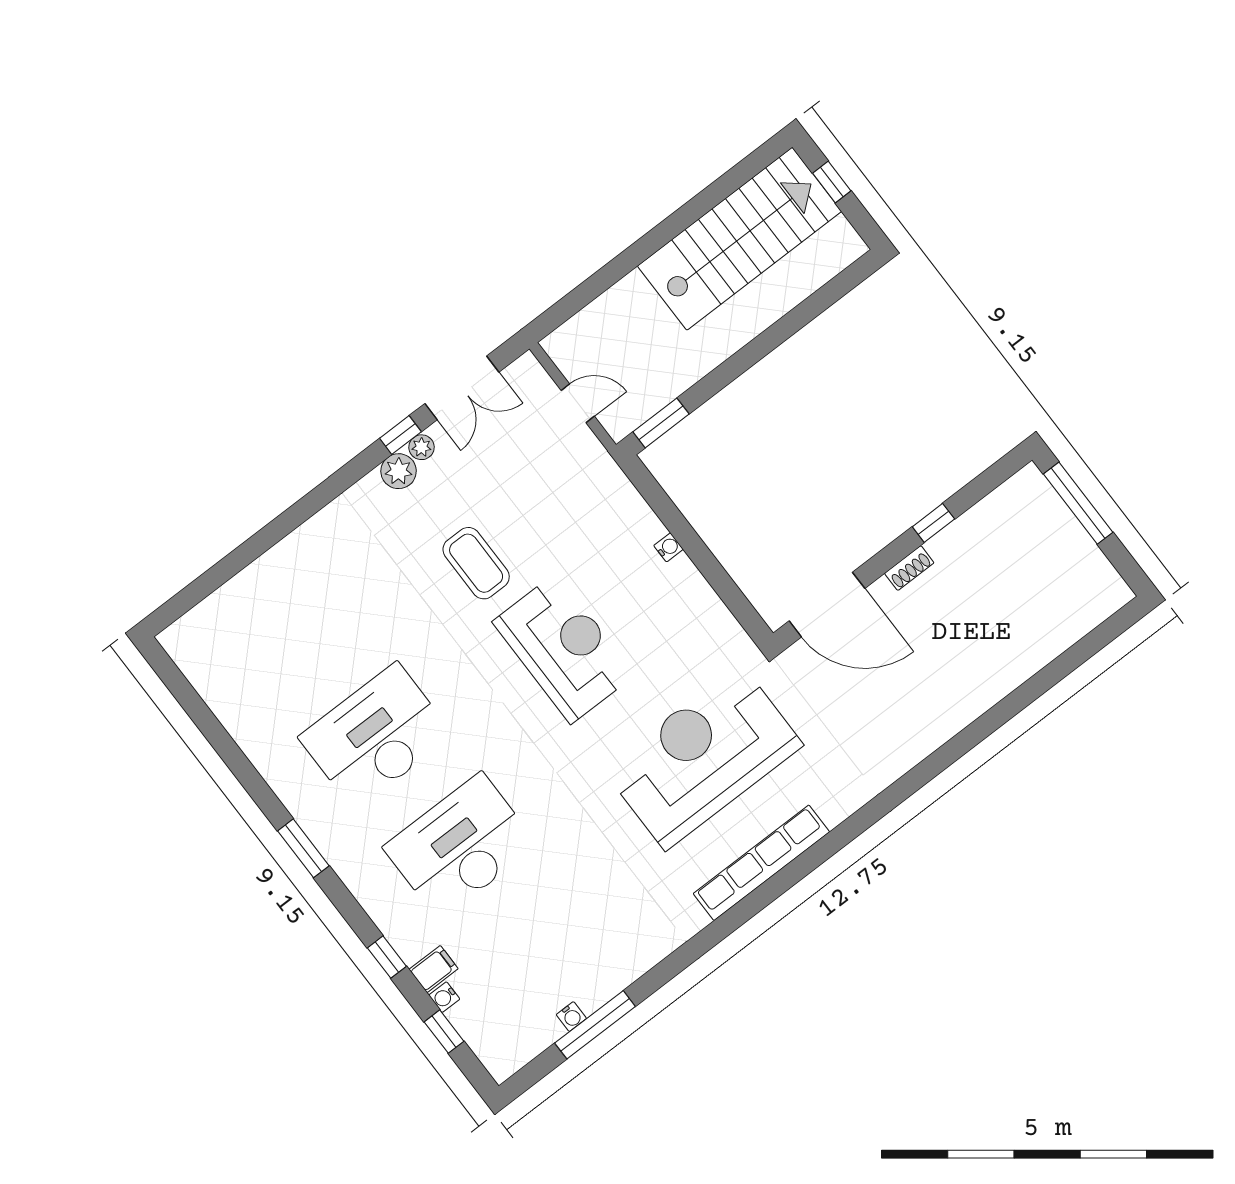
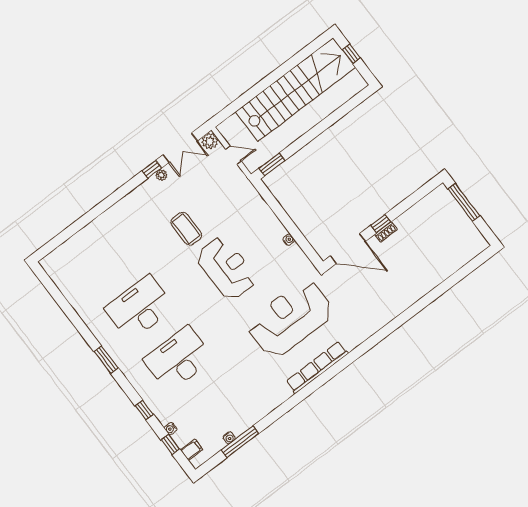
stairs: (740, 239) -> (295, 90), width x1.36
plant: (399, 471) -> (210, 141), moved
window: (933, 523) -> (381, 224), moved
water cooler: (669, 547) -> (289, 240), moved
filing cabinet: (434, 969) -> (192, 450), moved

